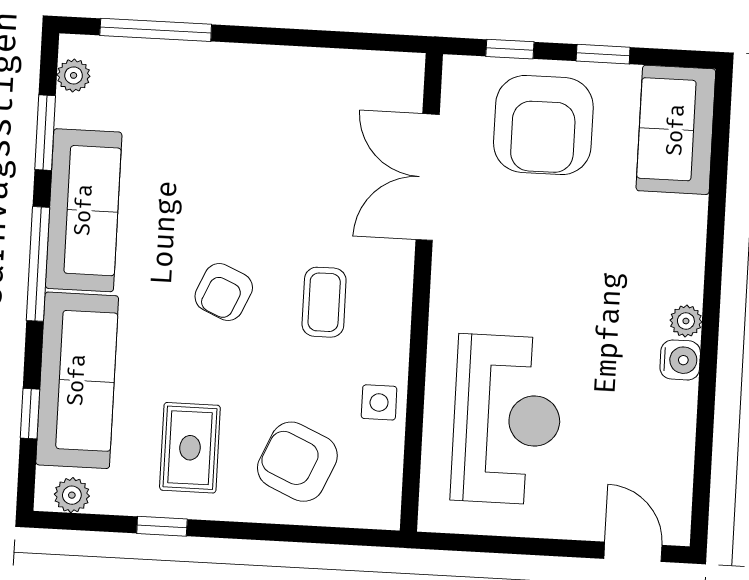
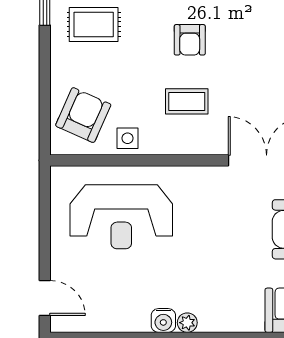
armchair: (224, 292) -> (190, 40), turned -114
armchair: (297, 462) -> (83, 115), moved
door: (633, 552) -> (45, 298), hinge flipped

